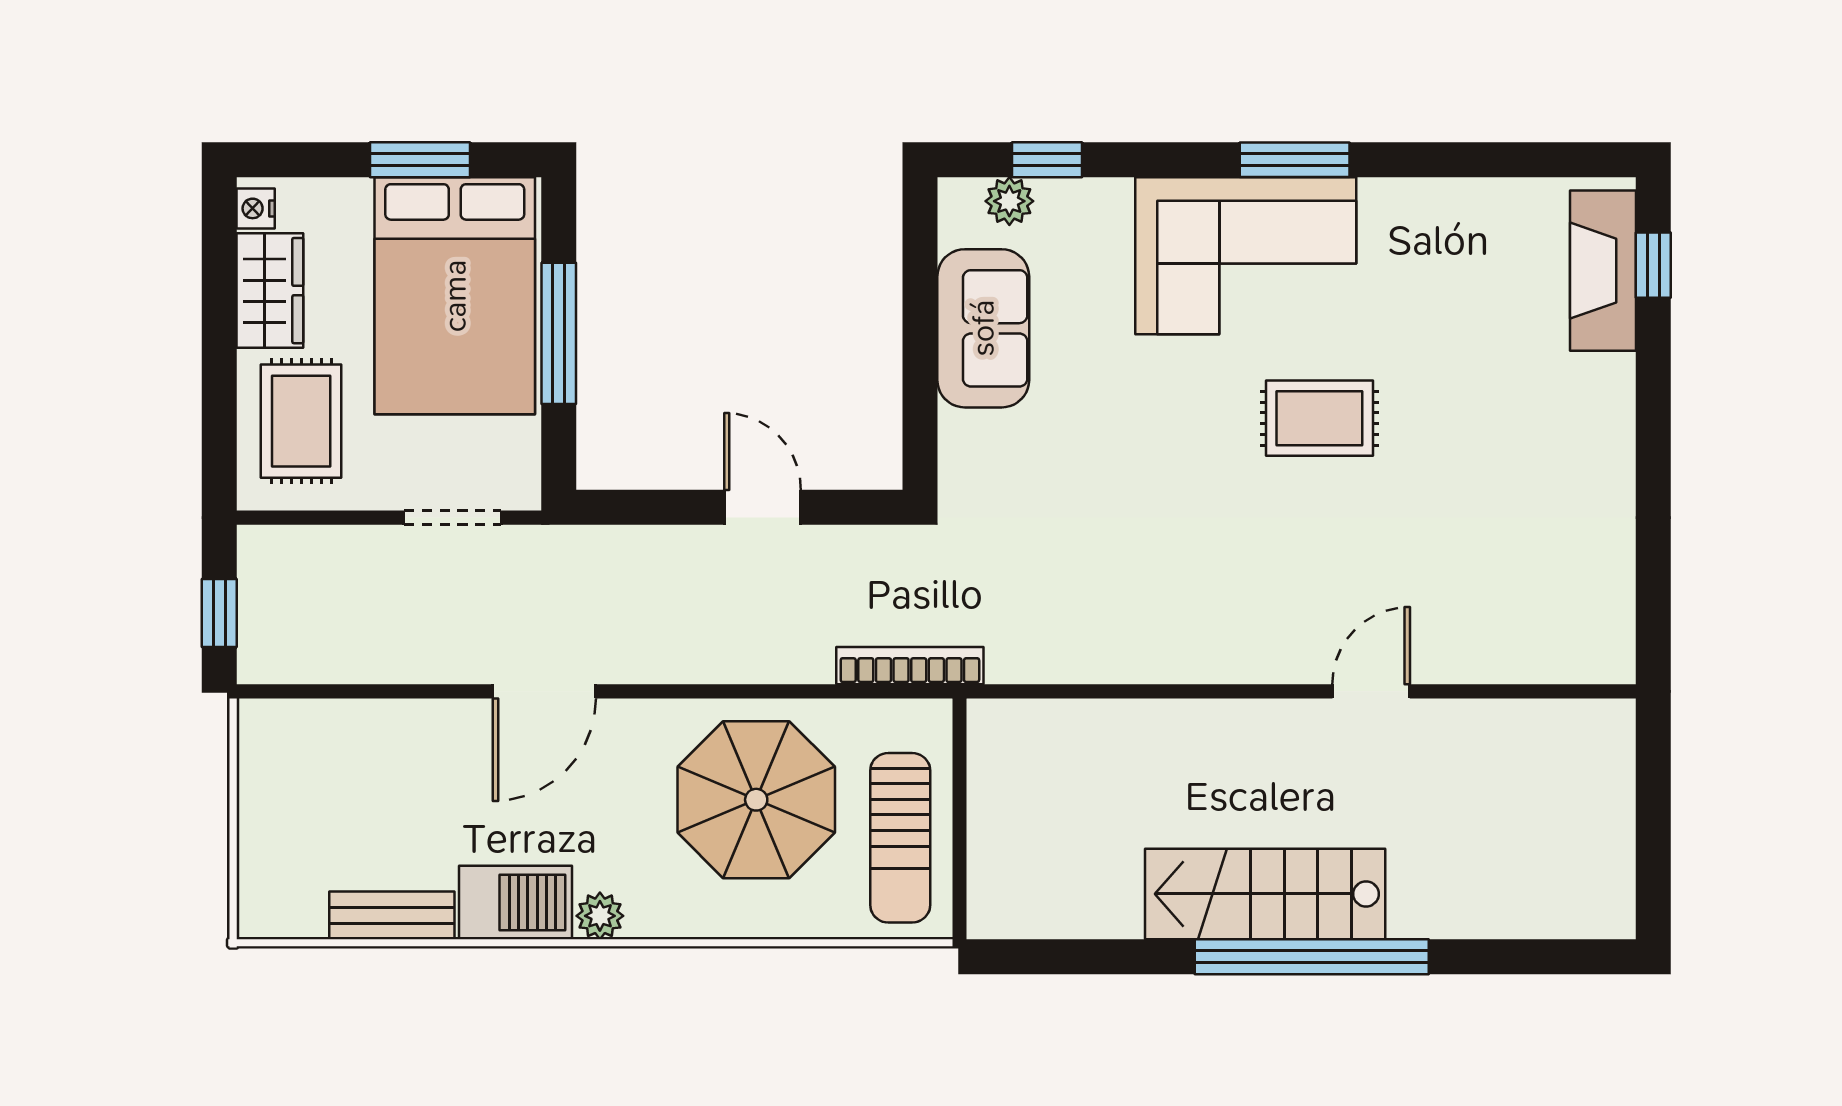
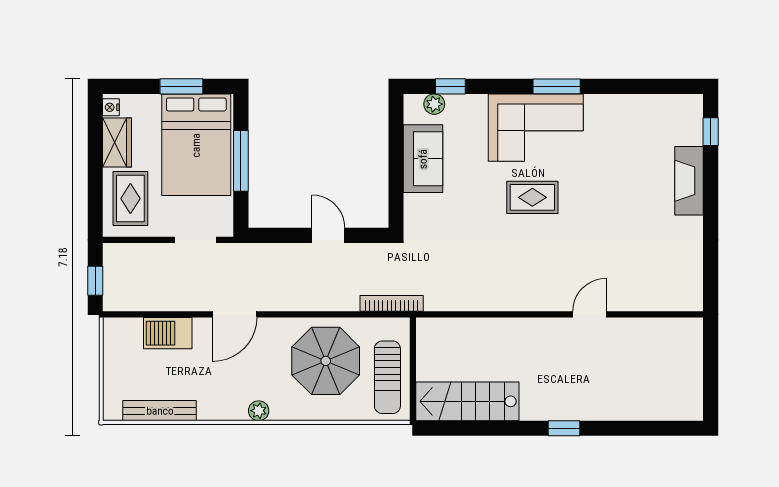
fireplace: (1603, 271) -> (689, 181), moved
rug: (1319, 418) -> (532, 197), moved
stairs: (1265, 894) -> (467, 401), moved
barbecue: (515, 902) -> (168, 333), moved, turned 180
bench: (392, 915) -> (160, 411), width x1.36
window: (1312, 957) -> (564, 428), width x0.32

